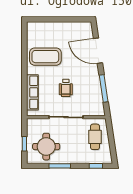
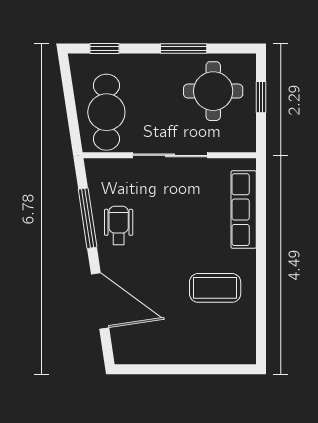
coffee table: (45, 57) -> (215, 288), width x0.73, depth x0.76
wheelchair: (66, 88) -> (119, 225), moved
cafe table: (95, 137) -> (106, 112), width x1.37, depth x1.35

